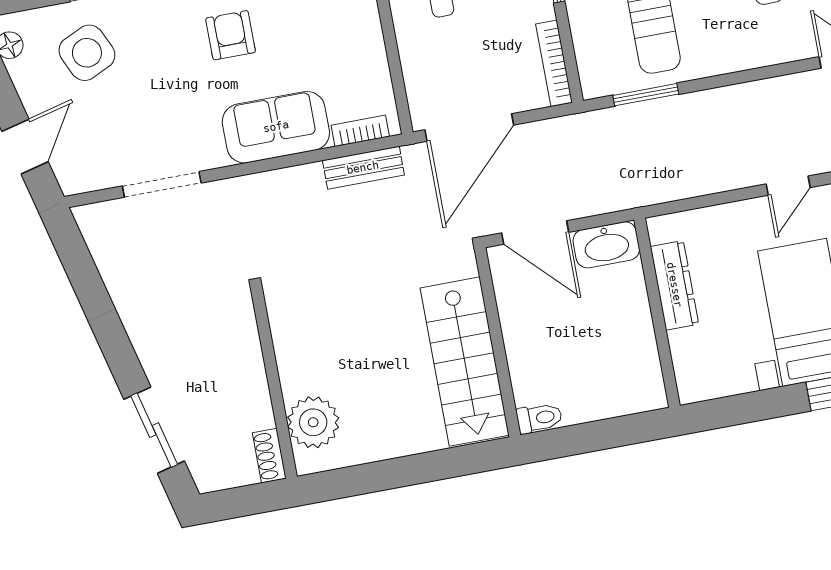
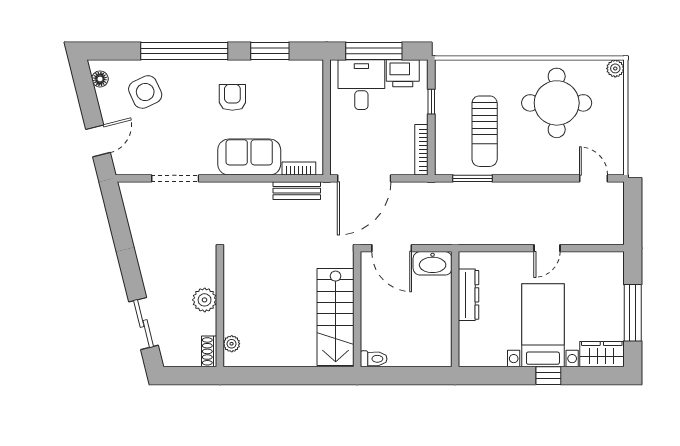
plant: (246, 373) -> (205, 300), added
plant: (313, 422) -> (232, 344), width x0.53, depth x0.53

